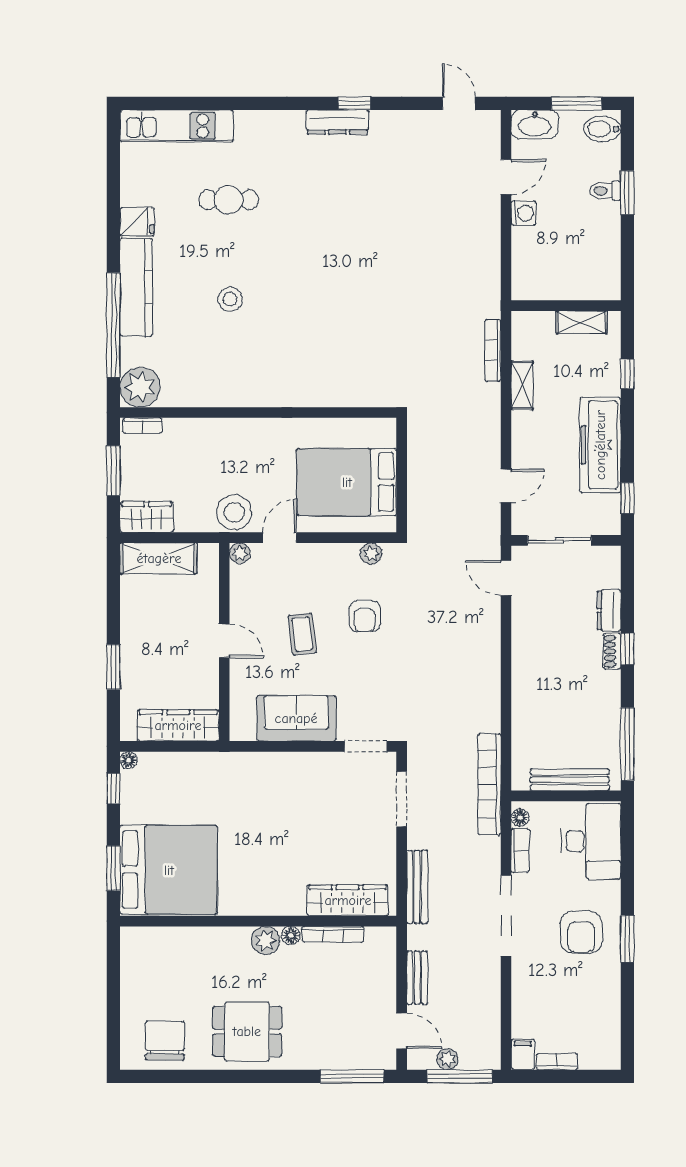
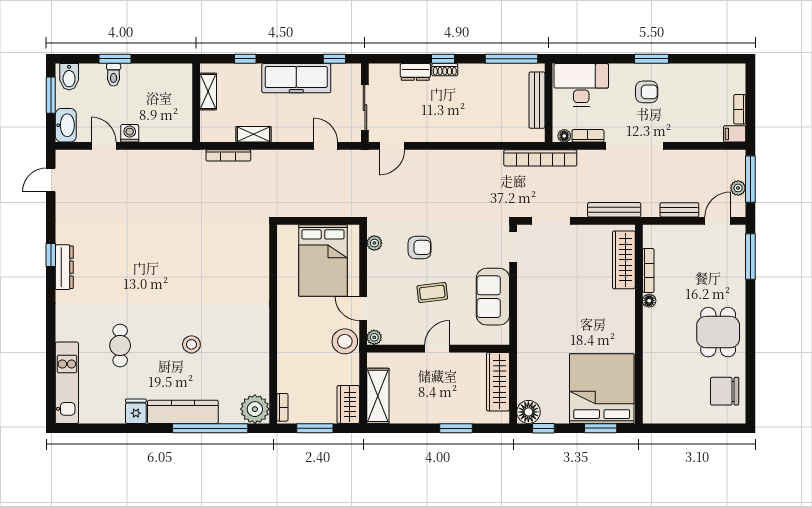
floor lamp: (129, 760) -> (528, 412), width x1.89, depth x1.89
armchair: (581, 932) -> (647, 92), width x0.72, depth x0.72
plant: (265, 940) -> (653, 319), removed

